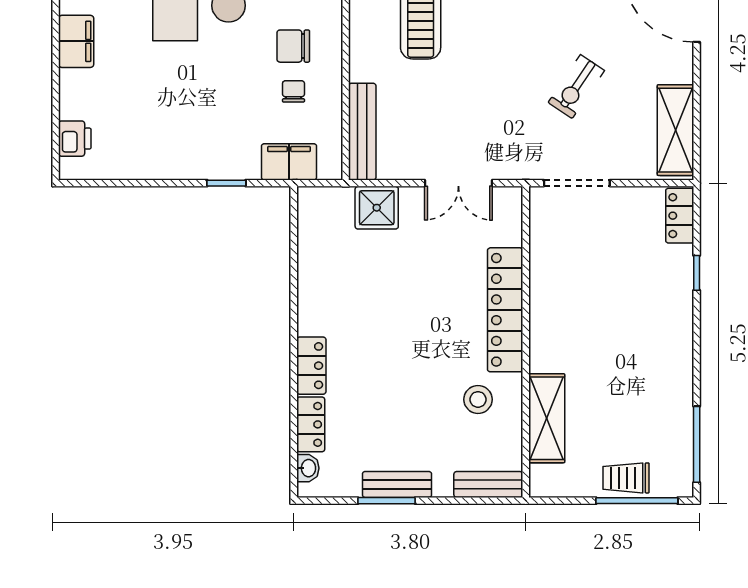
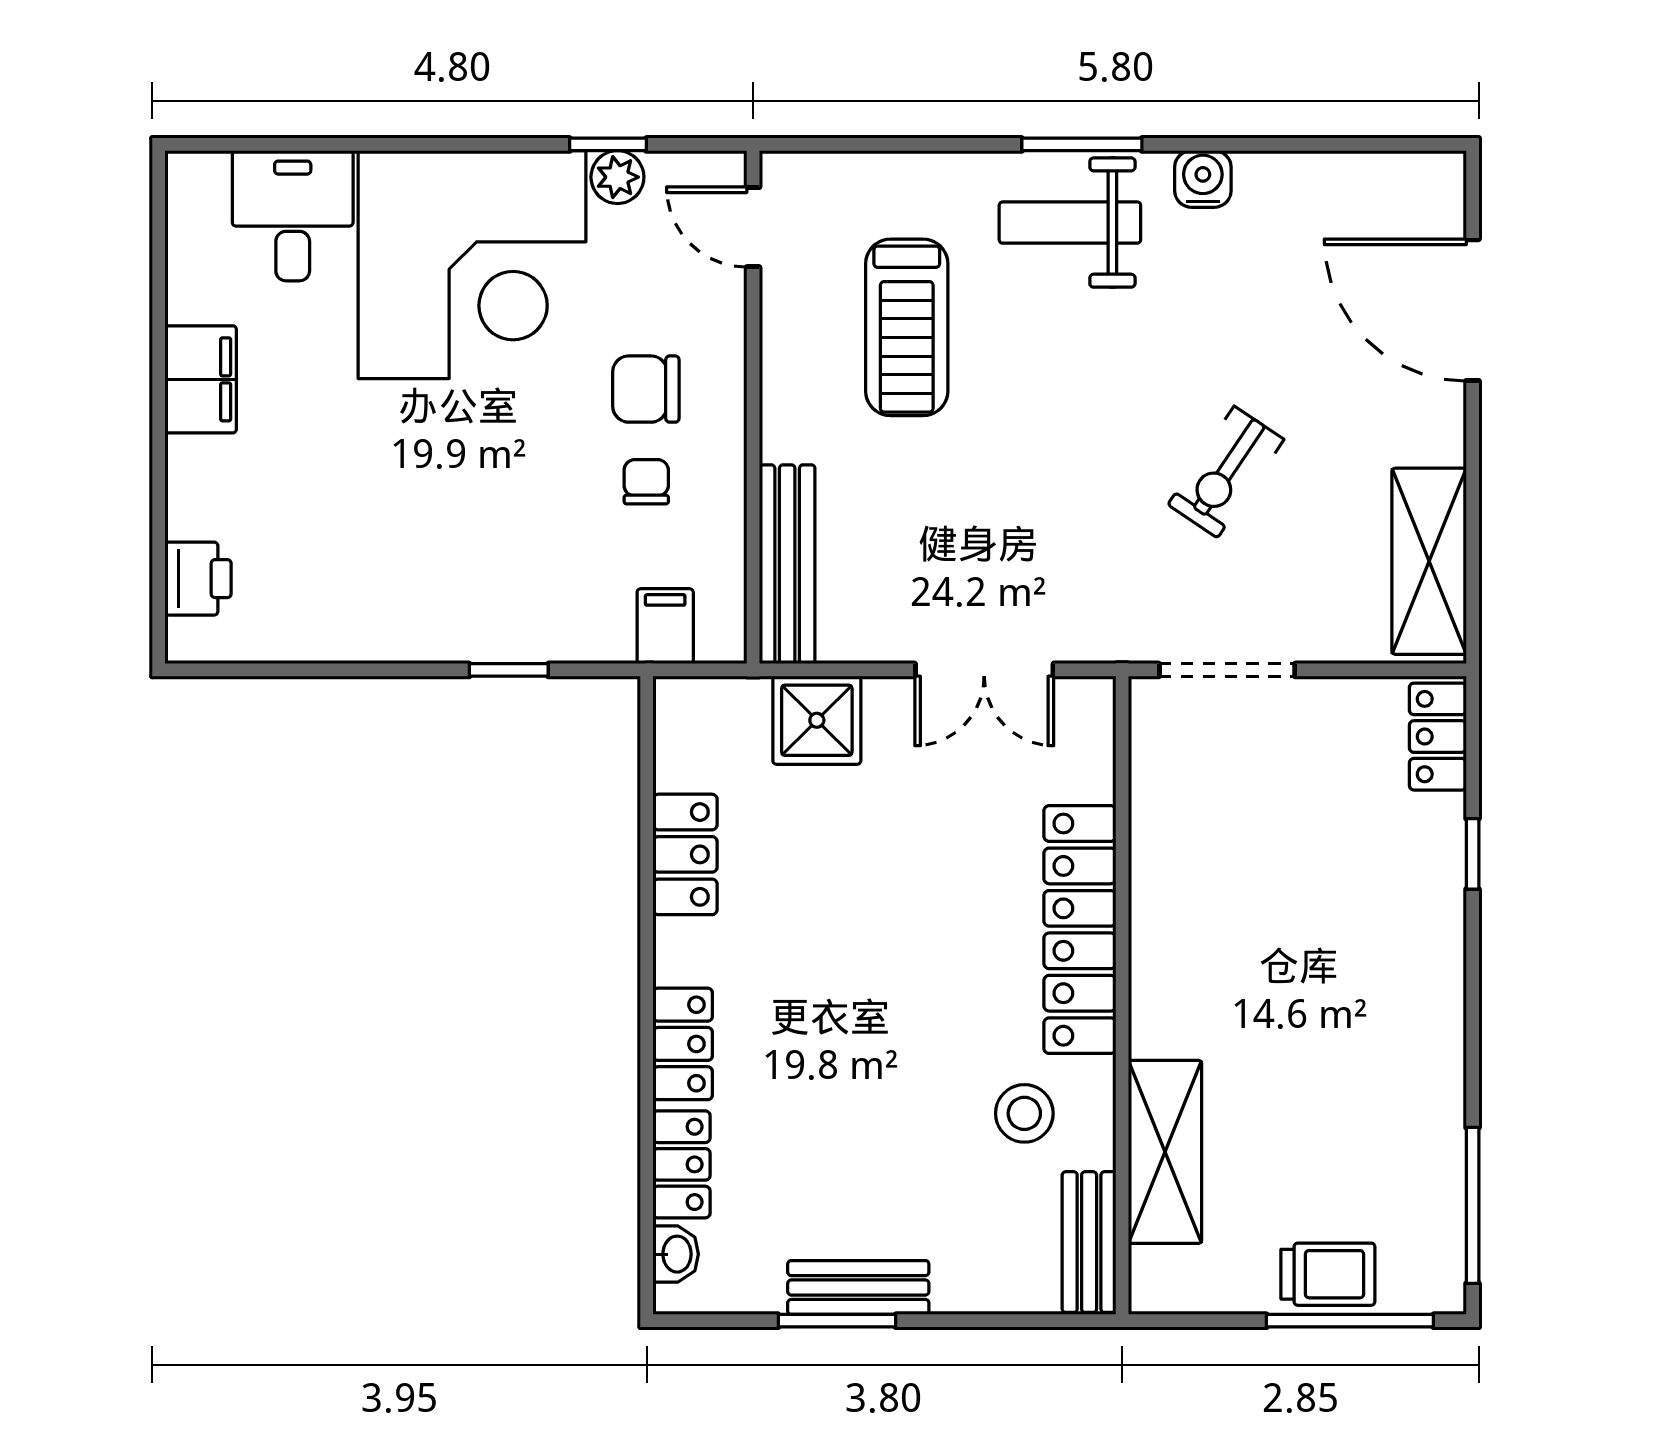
filing cabinet: (289, 162) -> (665, 626), width x0.50
locker: (312, 273) -> (685, 854), added
trolley: (626, 478) -> (1328, 1274), turned 180
bench: (488, 484) -> (1089, 1242), moved, turned 90

